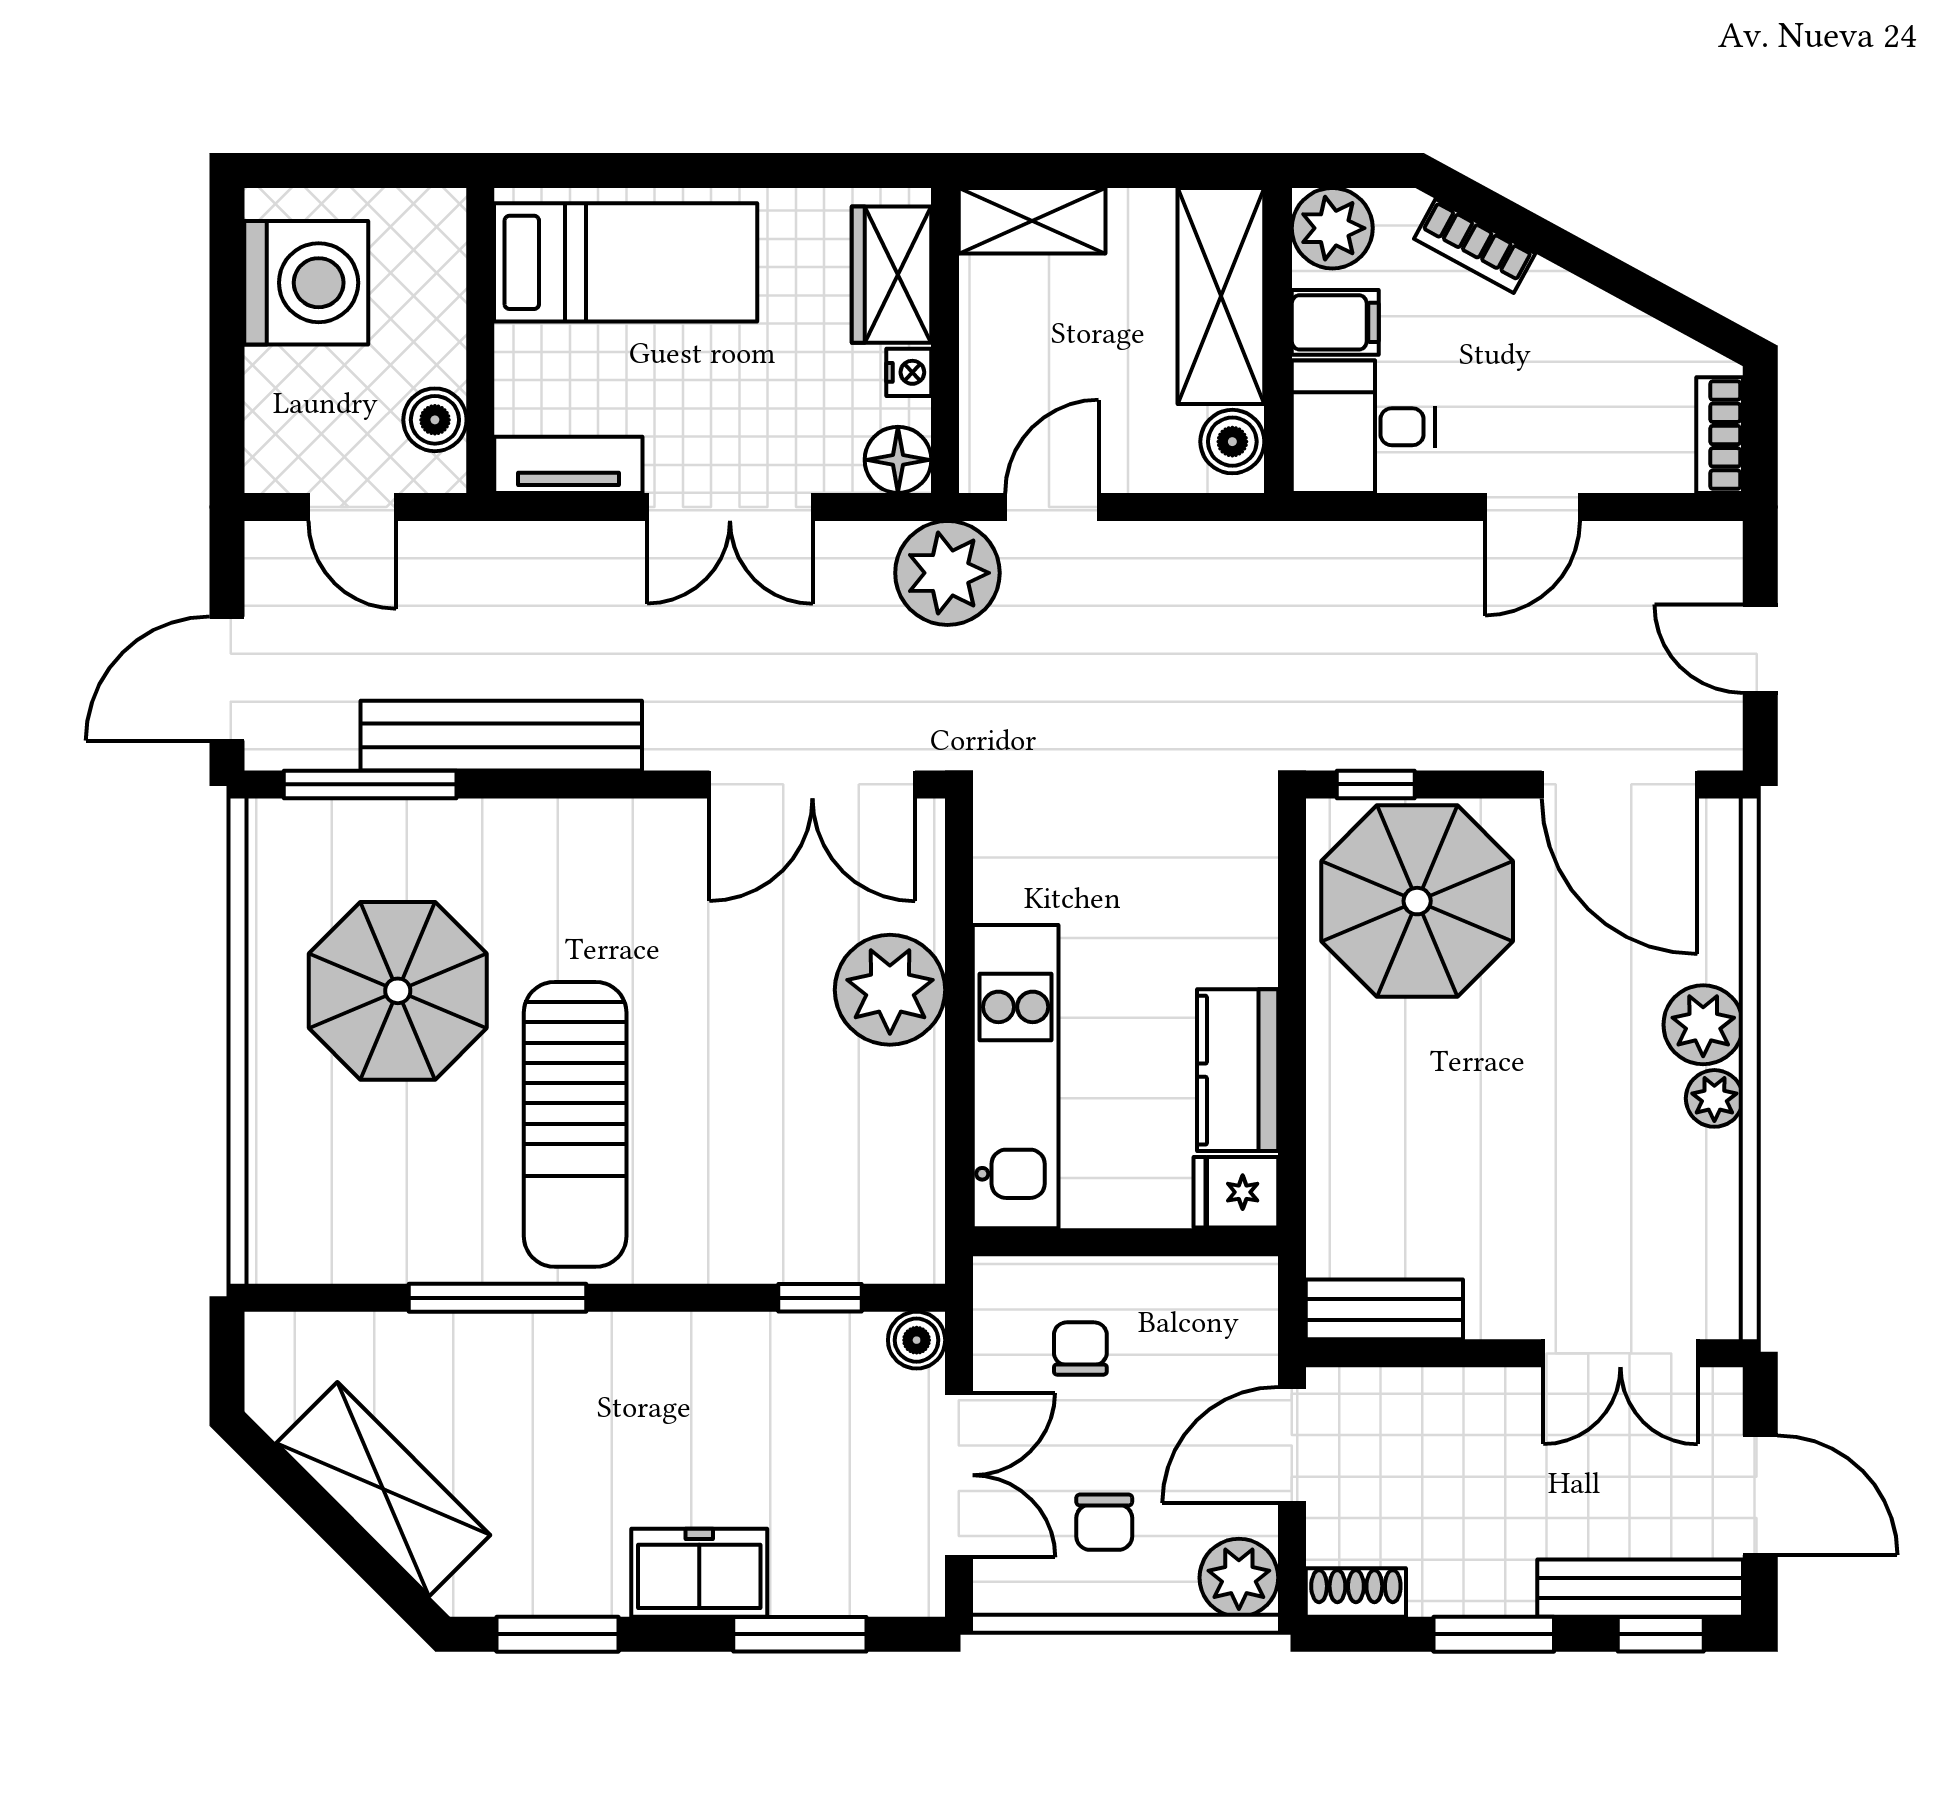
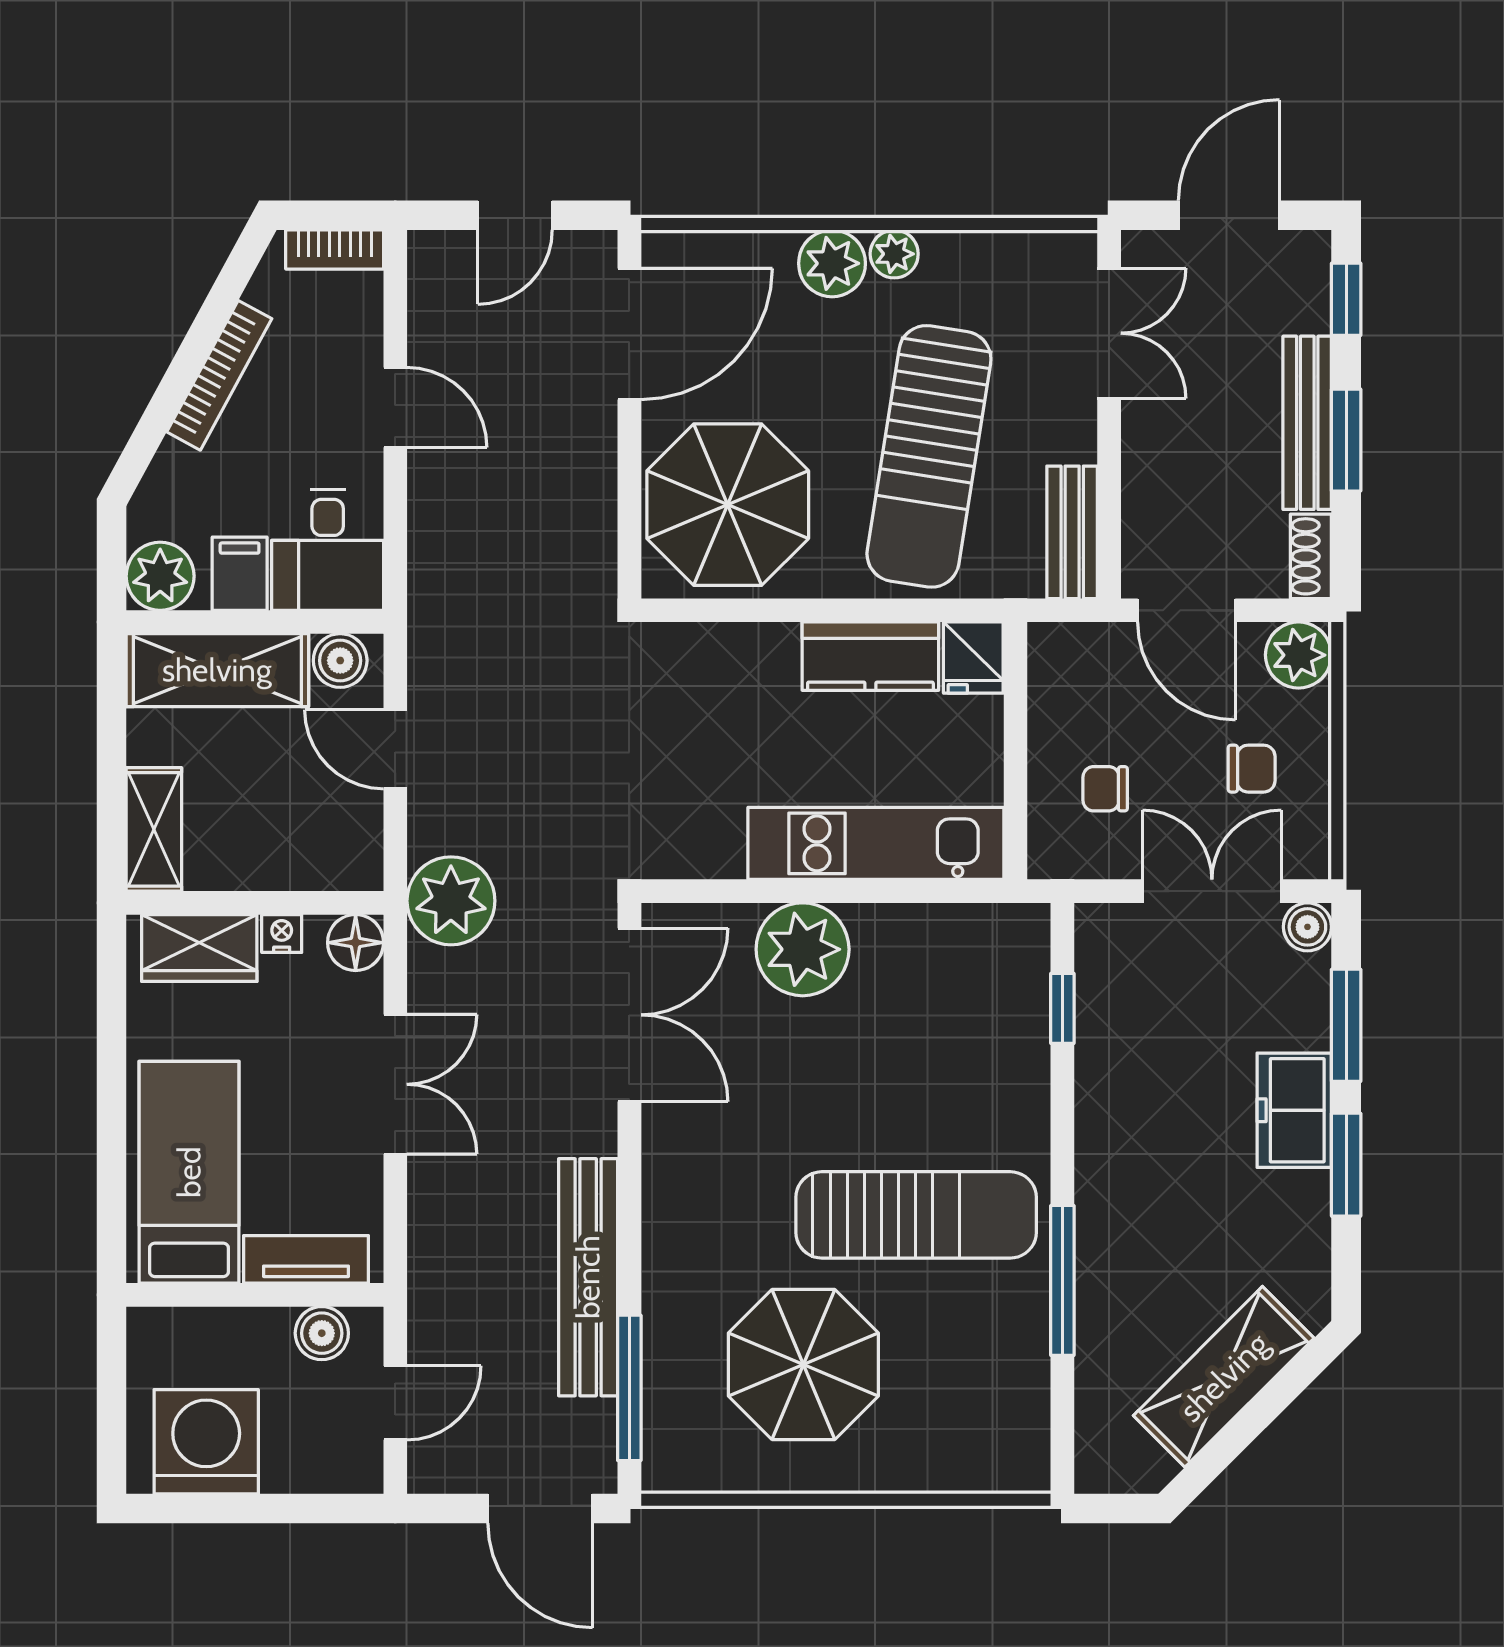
bookcase: (1475, 246) -> (219, 375), moved, width x1.56
tv unit: (568, 465) -> (306, 1259), moved, turned 90
door: (1052, 507) -> (395, 749), moved
window: (1376, 784) -> (629, 540), removed
sun lounger: (1474, 1140) -> (929, 456), added
boiler: (917, 1340) -> (1307, 927), moved
bench: (1640, 1588) -> (1307, 423), moved
window: (557, 1634) -> (1346, 1165), moved

